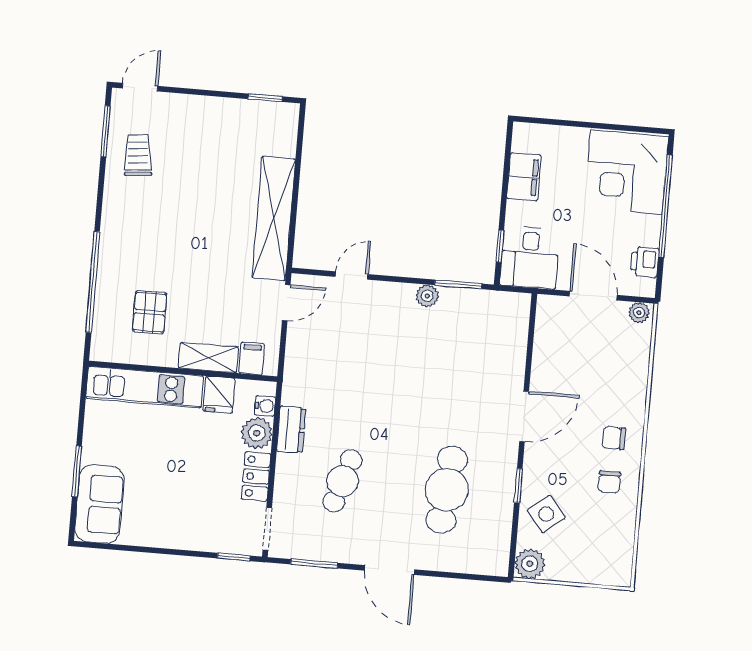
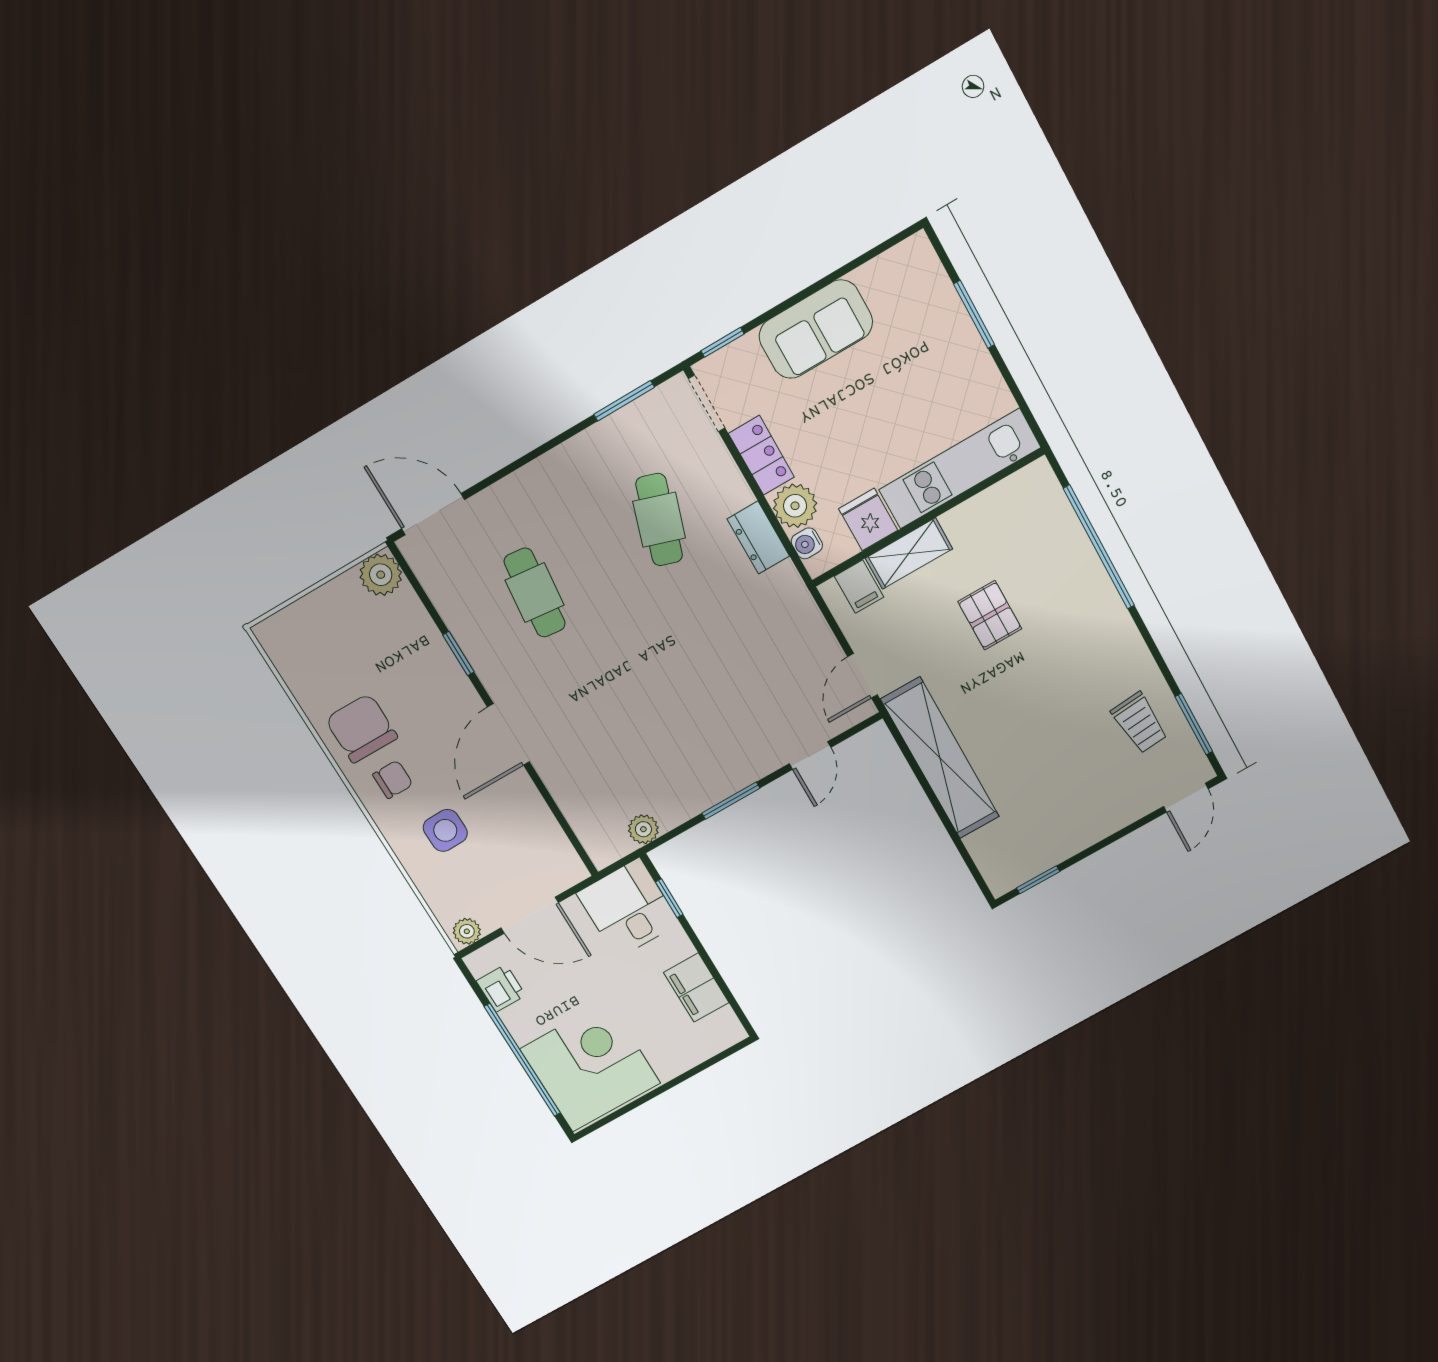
window: (458, 284) -> (731, 801), moved
plant: (427, 296) -> (643, 829), moved
pallet: (150, 312) -> (990, 615), moved
chair: (609, 482) -> (361, 728), width x1.87, depth x1.87
cafe table: (447, 490) -> (535, 593), width x0.73, depth x0.74
sofa: (99, 504) -> (816, 329), moved, turned -90
side table: (546, 514) -> (445, 830), moved, turned 38
door: (390, 570) -> (433, 514), moved

